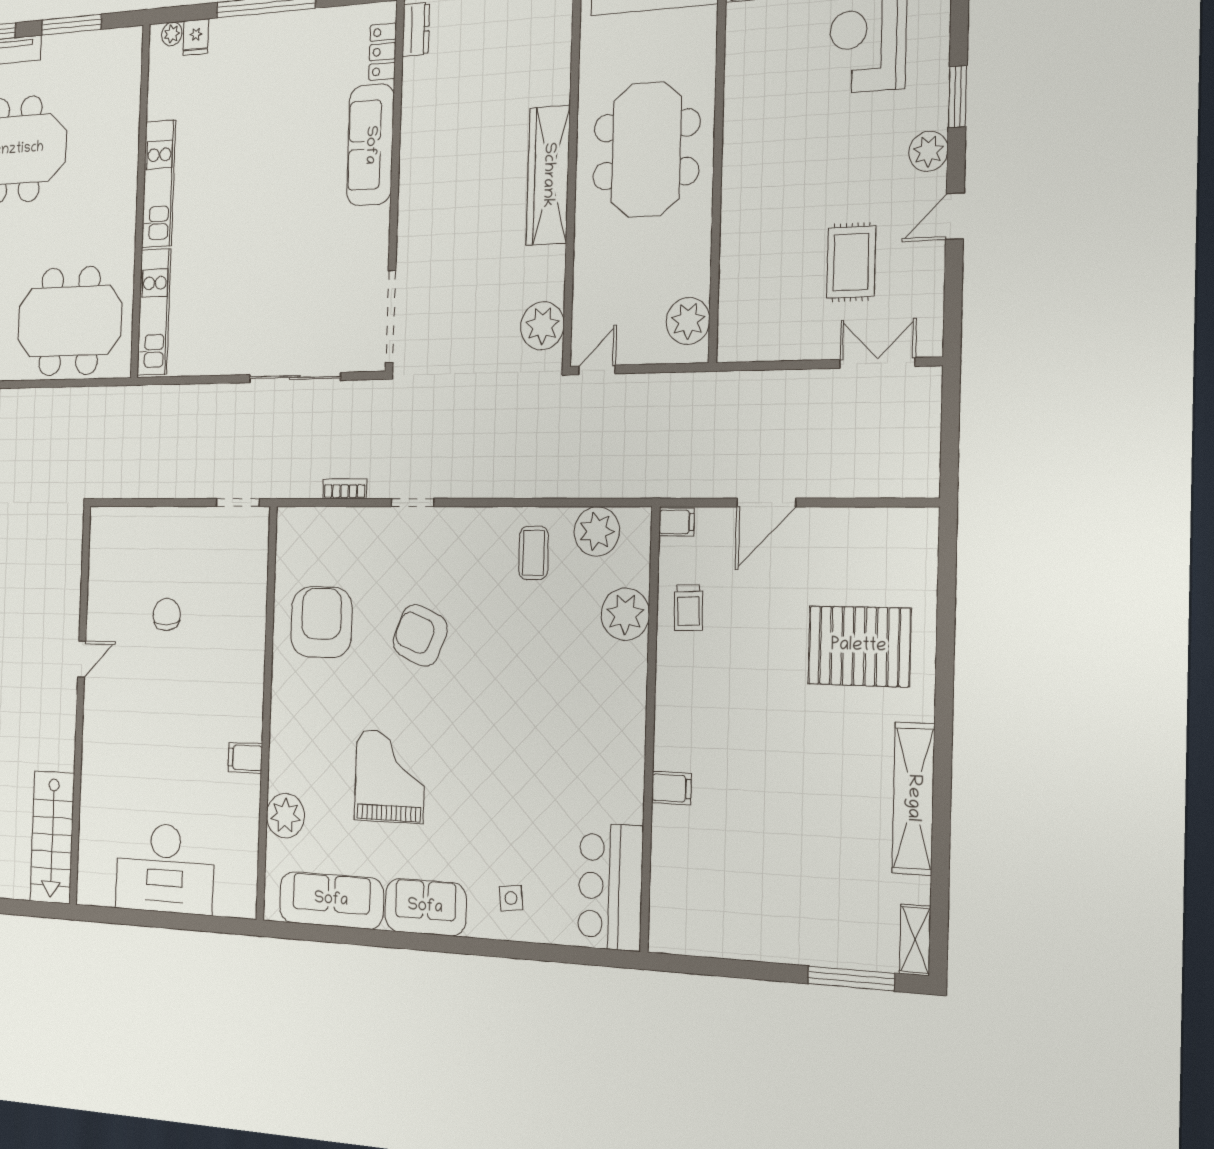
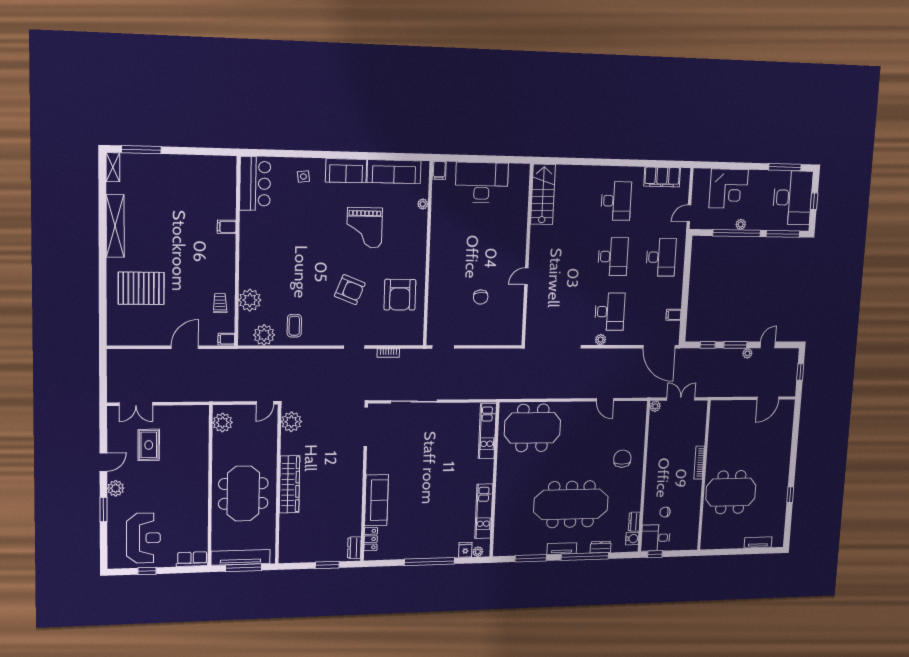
kitchen unit: (159, 184) -> (484, 511), moved
filing cabinet: (245, 758) -> (439, 170), moved, turned 90
plant: (285, 816) -> (423, 204), width x0.53, depth x0.53

